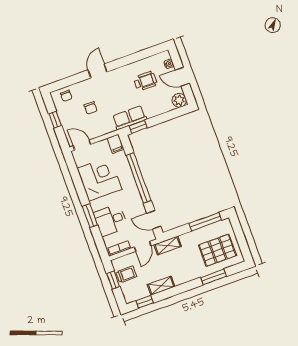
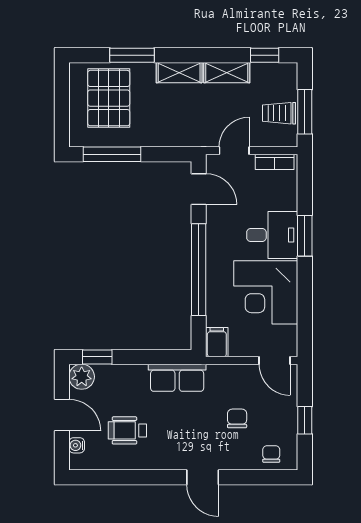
door: (98, 71) -> (203, 477), hinge flipped
window: (138, 127) -> (97, 357), moved
desk: (111, 220) -> (272, 235), moved
shelving: (168, 245) -> (179, 73), moved
pallet: (218, 250) -> (109, 98), turned 90
window: (113, 280) -> (305, 112), width x1.50

